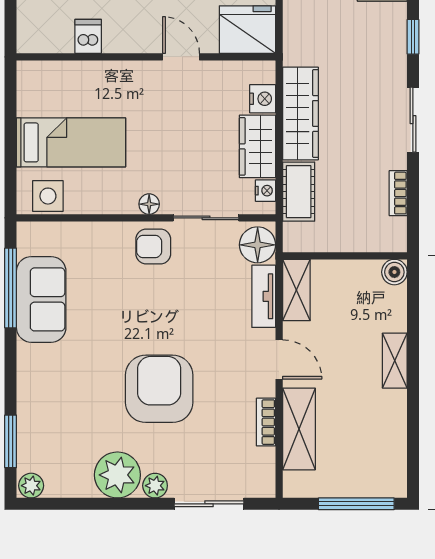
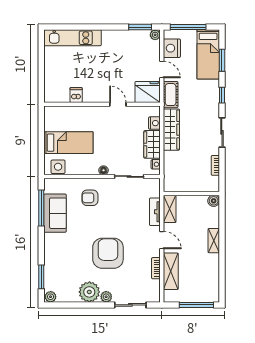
cot: (299, 192) -> (171, 95), moved
floor lamp: (258, 245) -> (152, 189), removed
armchair: (153, 247) -> (90, 198), moved

